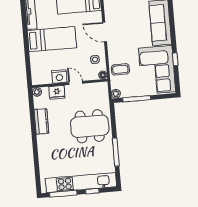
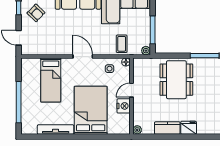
door: (105, 32) -> (83, 57), swing flipped
bed: (52, 39) -> (91, 110), width x1.50
fridge: (57, 92) -> (189, 128), moved, turned -90

